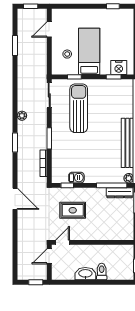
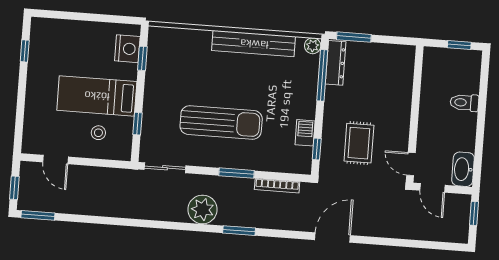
window: (15, 46) -> (38, 215), moved
sun lounger: (79, 108) -> (221, 122), moved, turned 180
plant: (22, 116) -> (203, 209), width x1.87, depth x1.87
washbasin: (85, 274) -> (463, 169), moved

